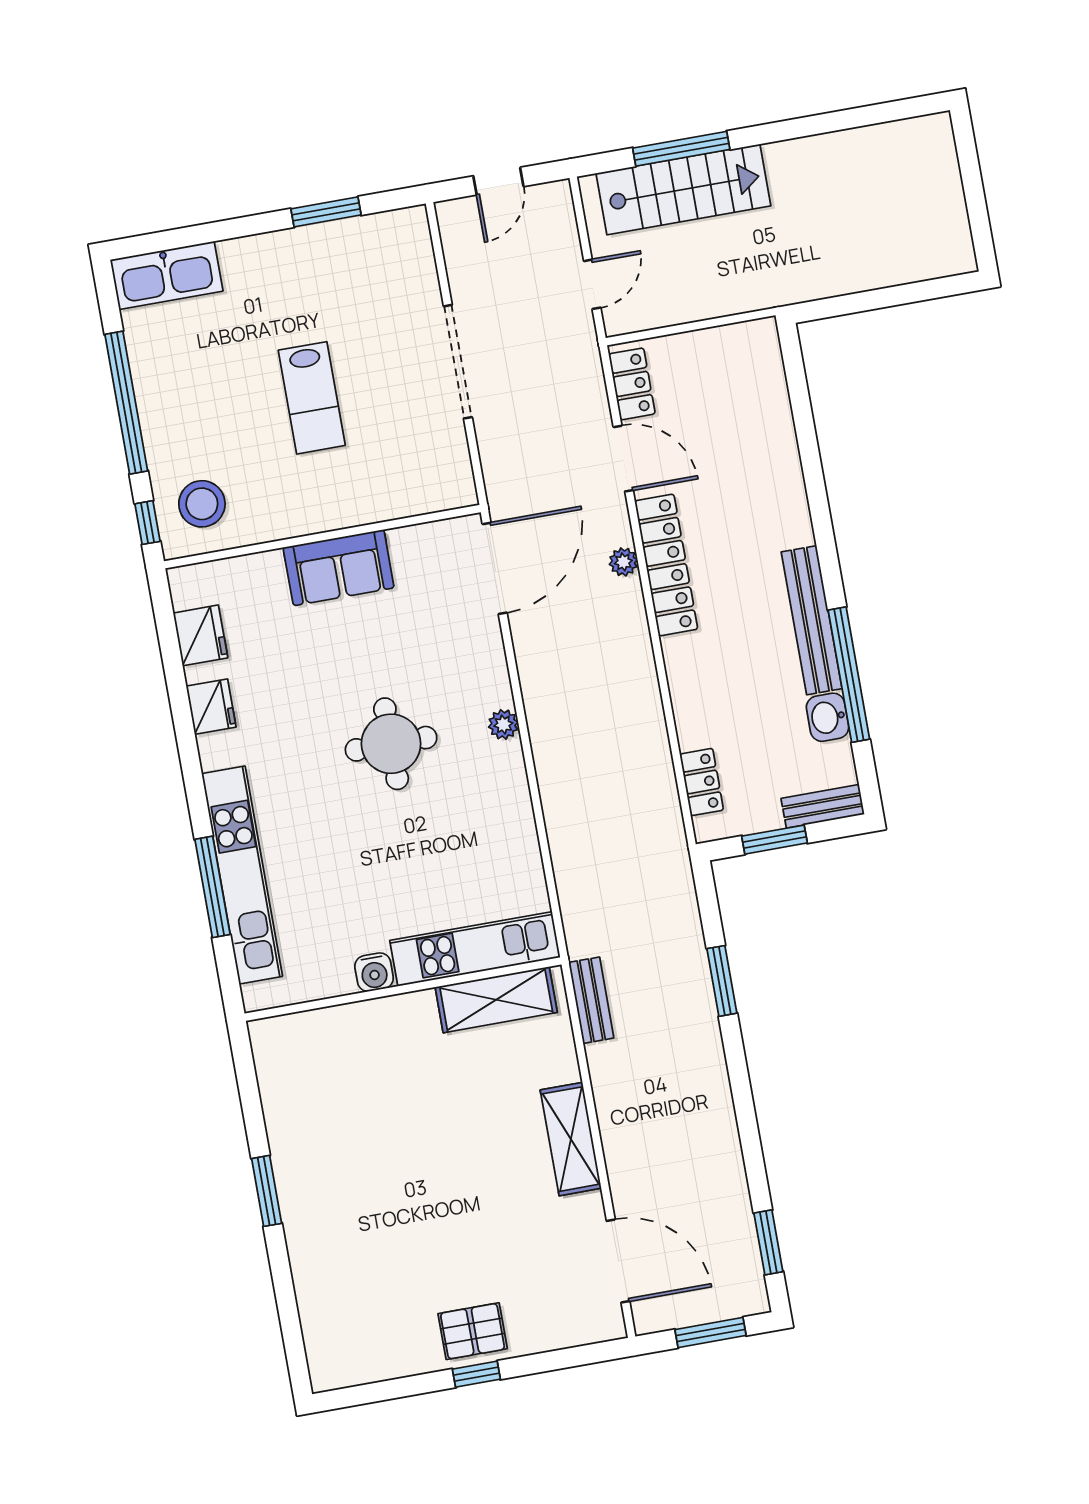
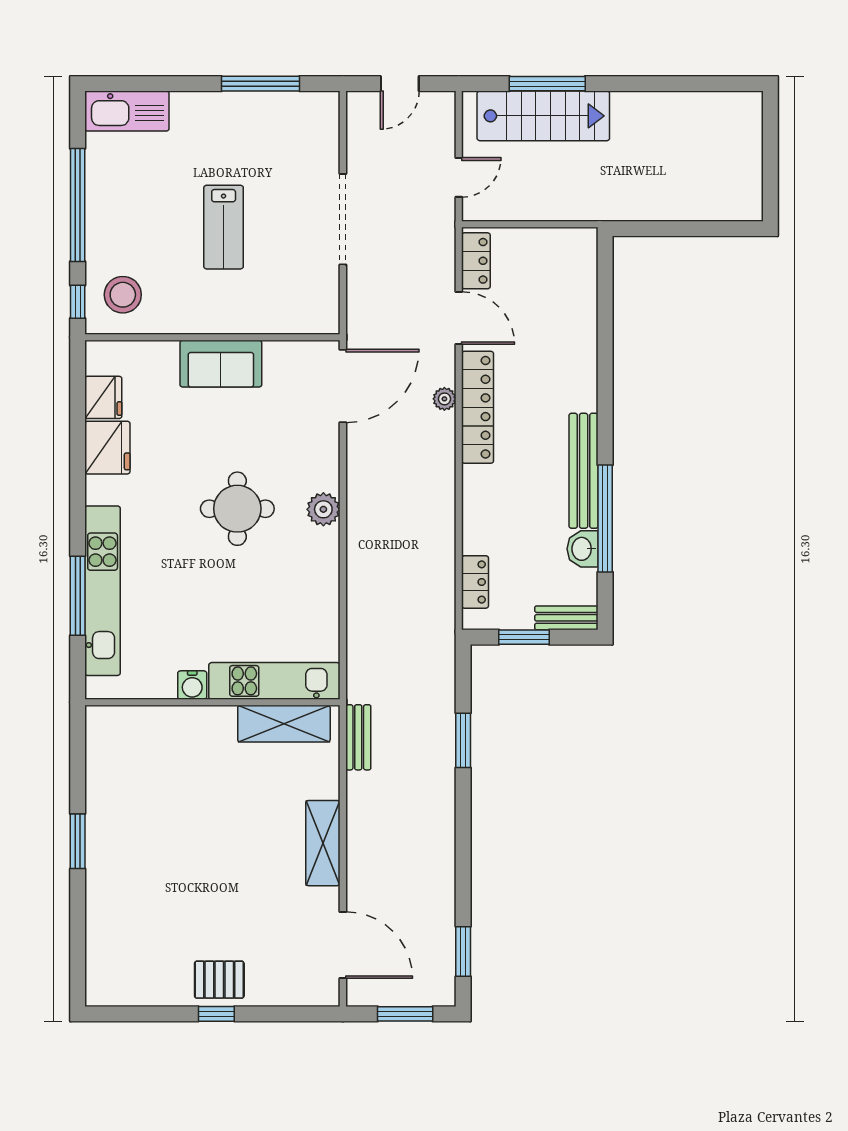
window: (326, 212) -> (261, 84), width x1.44
fridge: (211, 707) -> (107, 448), width x1.36, depth x1.34
plant: (503, 724) -> (323, 509), width x1.38, depth x1.38

